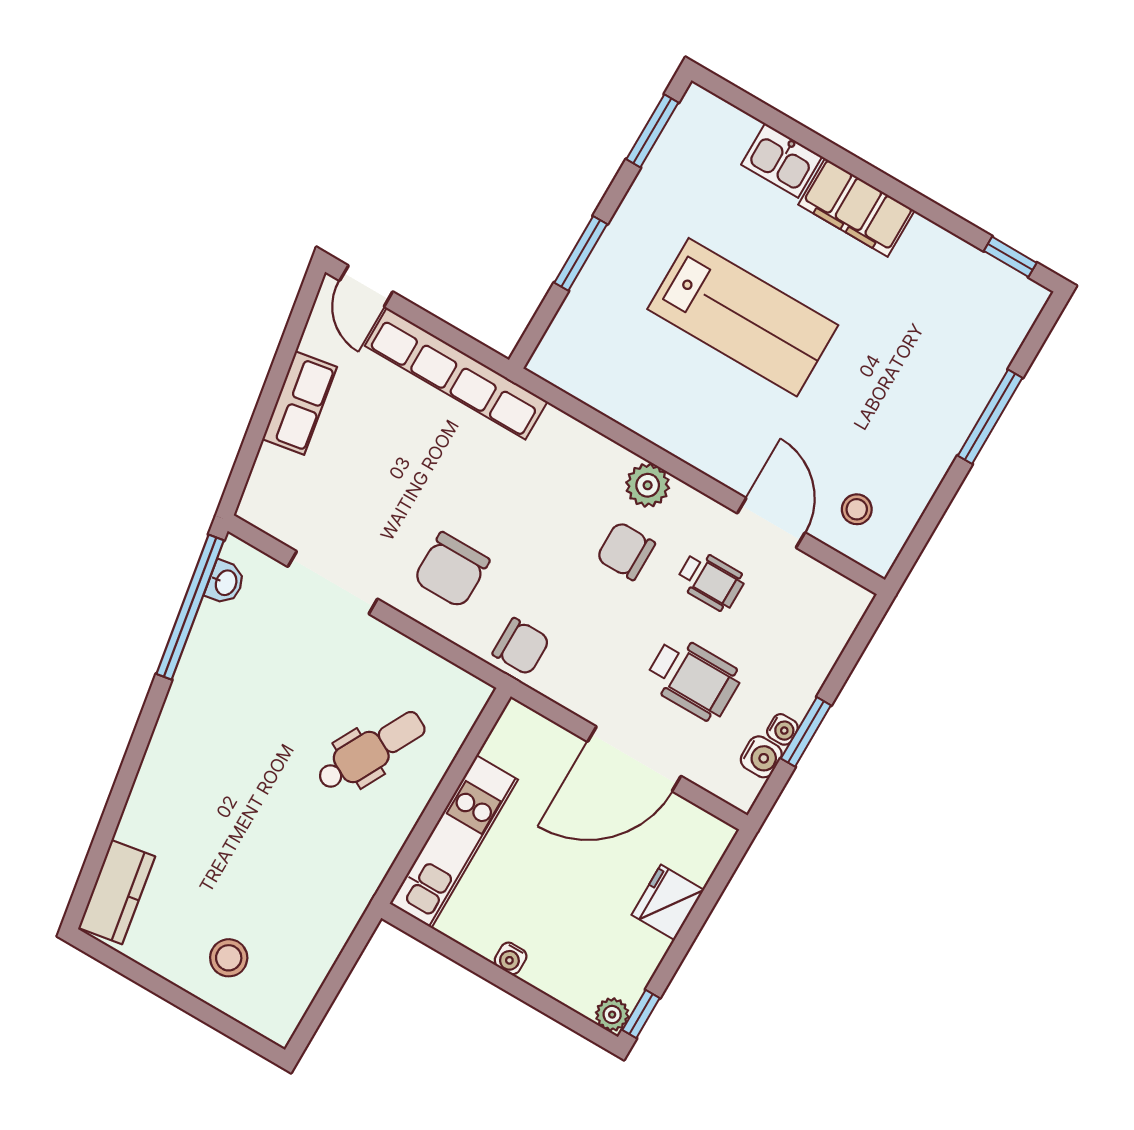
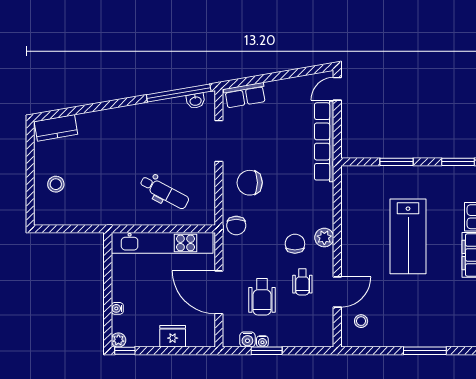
row of seats: (300, 403) -> (245, 95), moved
kitchen unit: (454, 842) -> (162, 243), width x1.36
water cooler: (511, 958) -> (117, 308), moved

